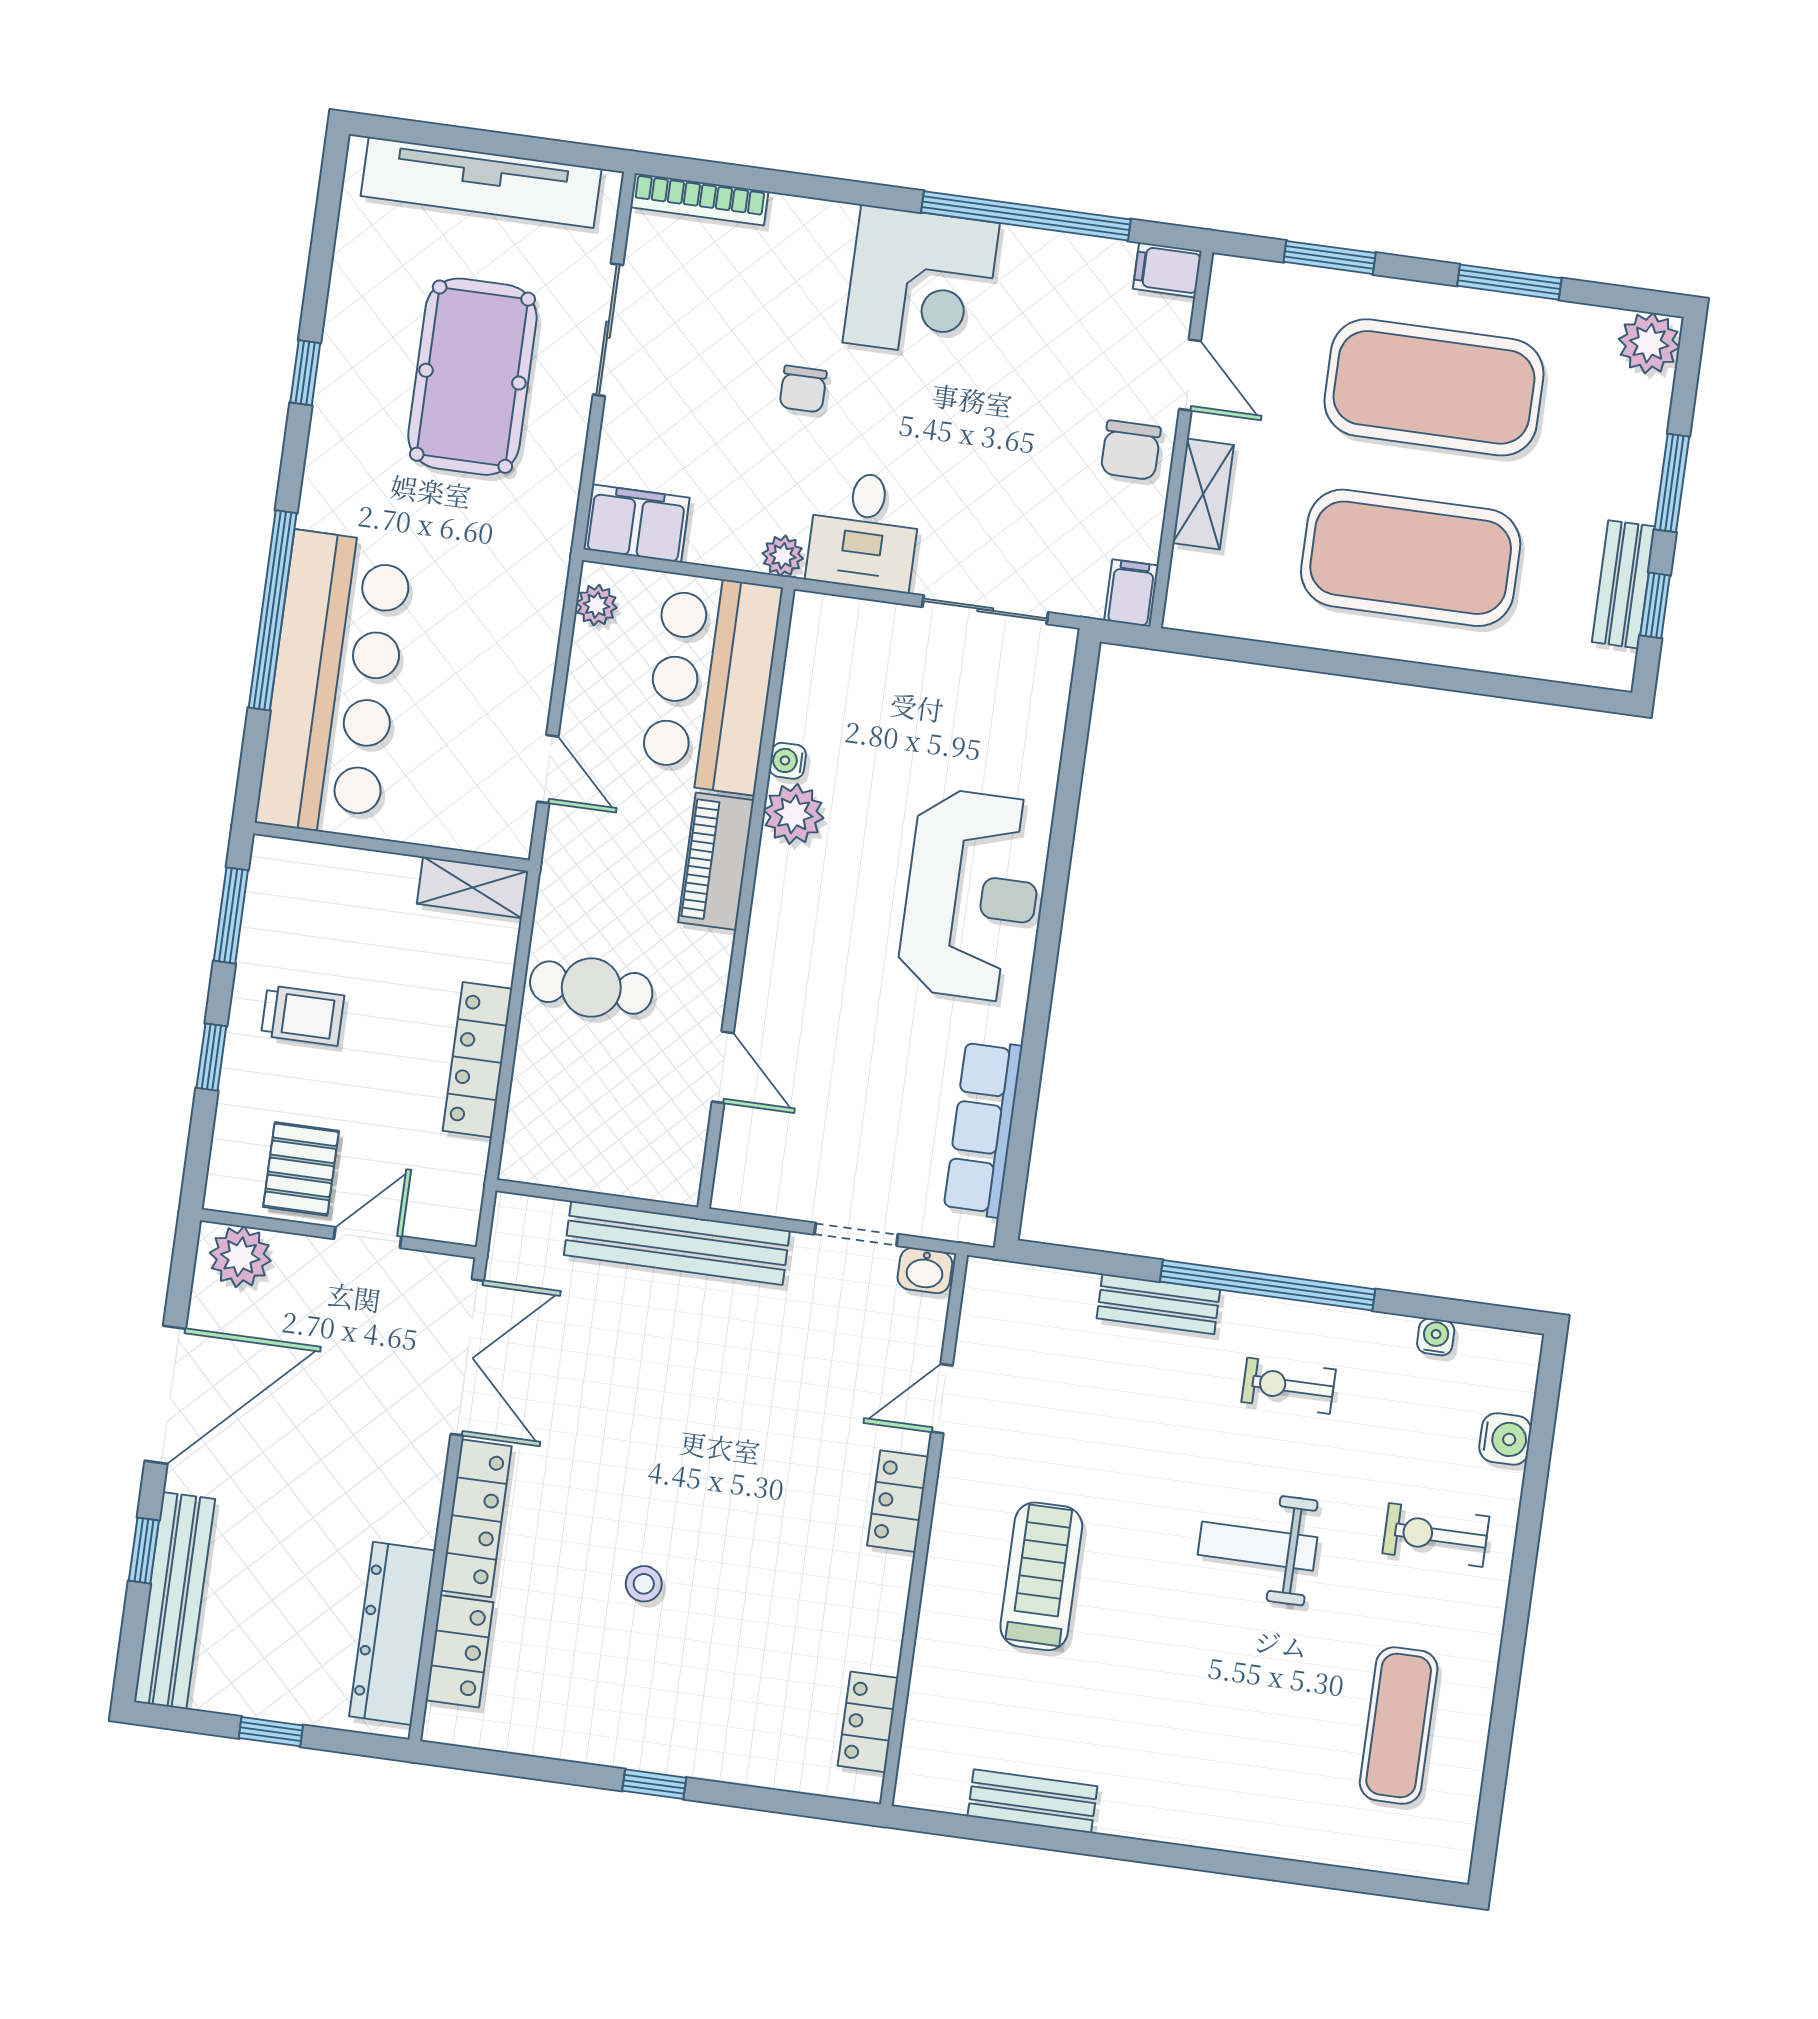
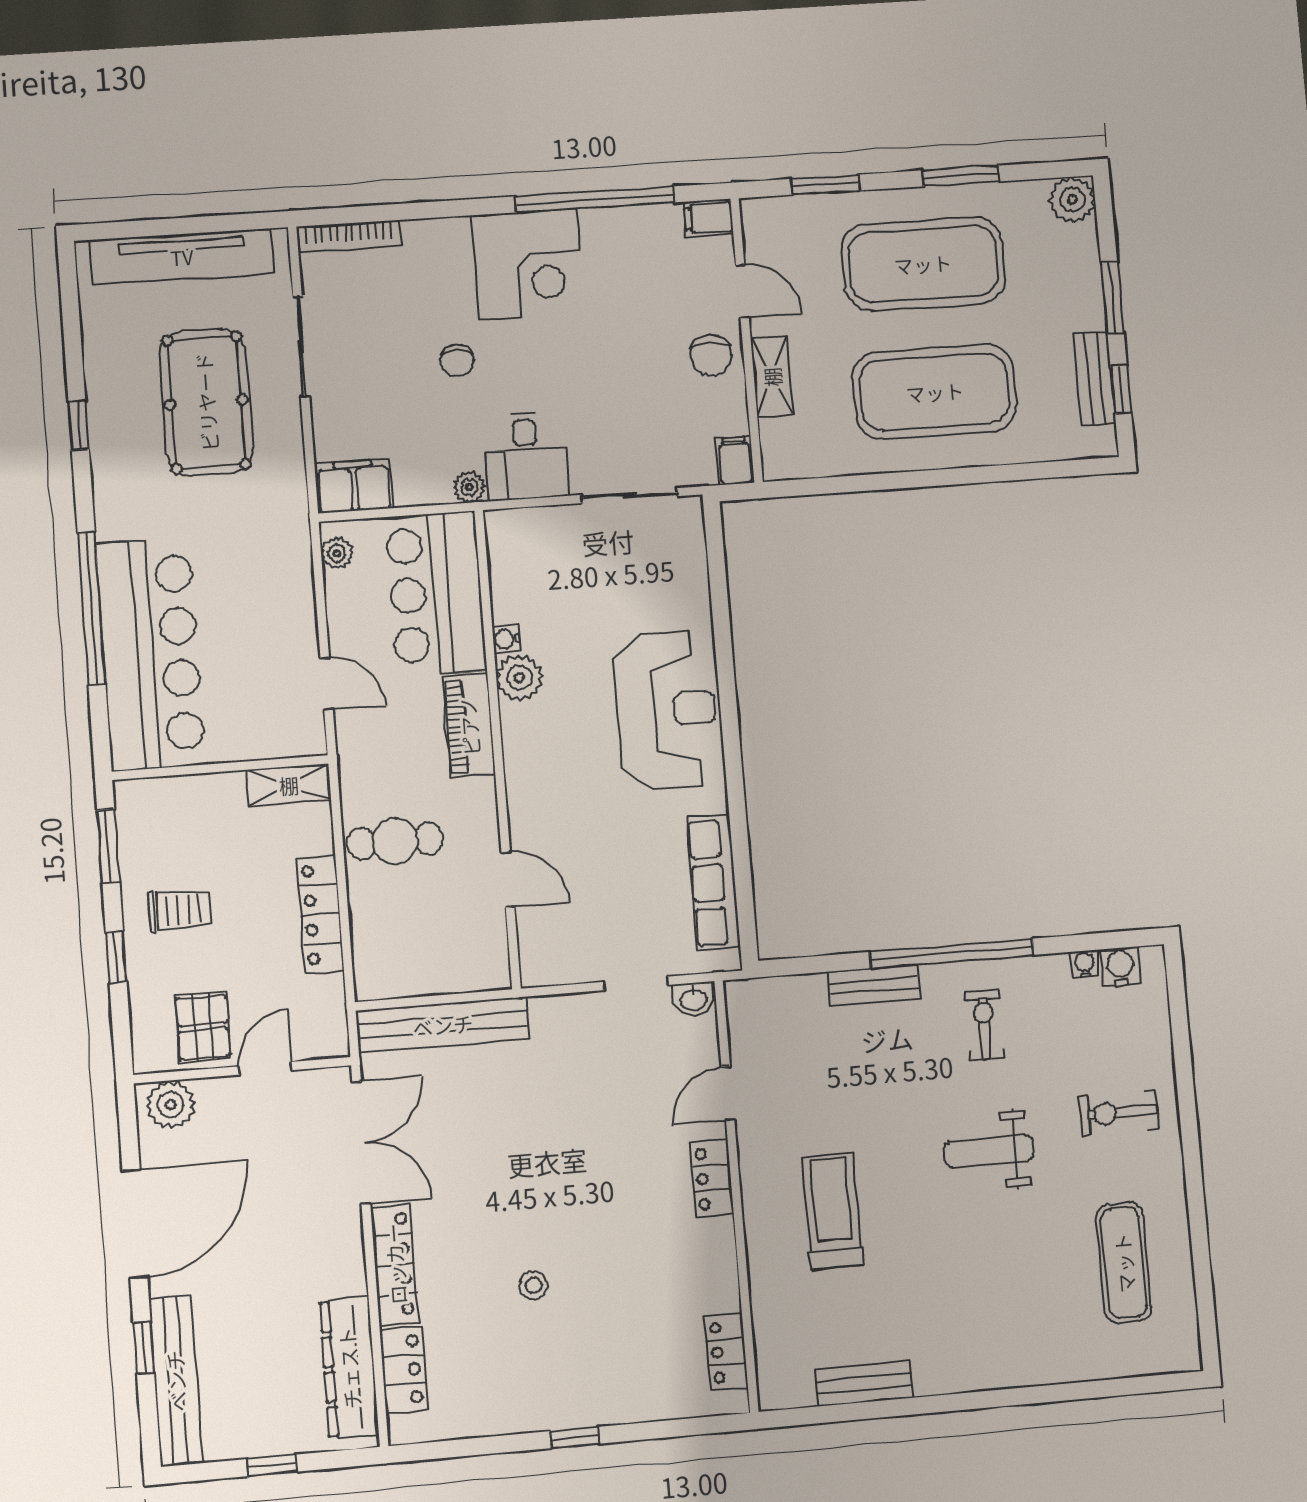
bench: (677, 1243) -> (443, 1025), moved
exercise bike: (1289, 1386) -> (984, 1025), turned 90
water cooler: (1505, 1439) -> (1120, 967), moved, turned -90

